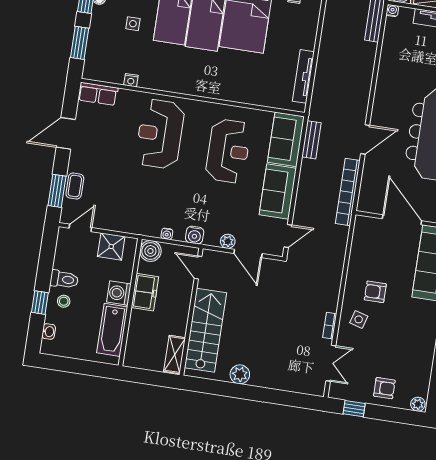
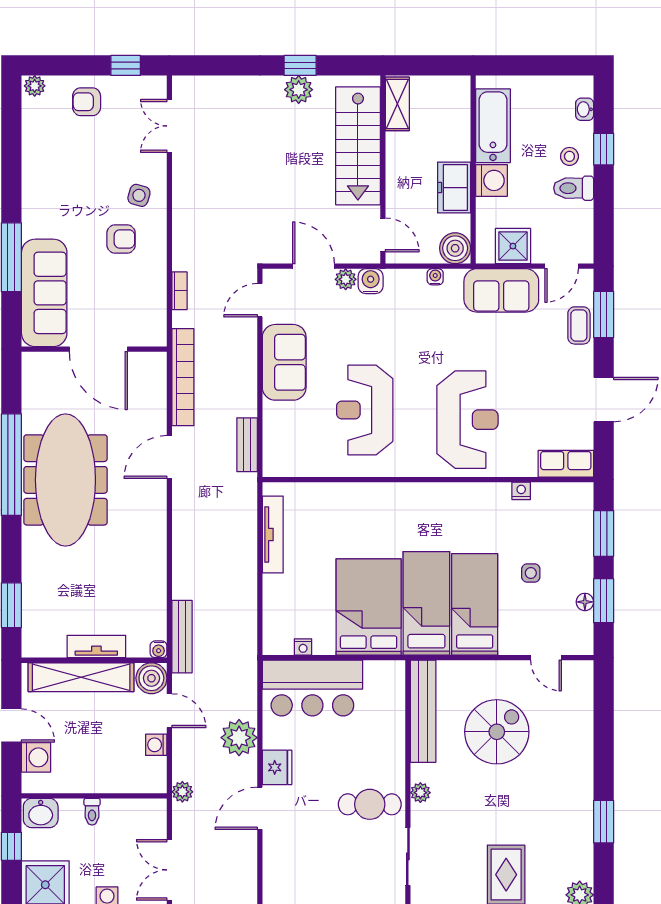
sofa: (286, 139) -> (501, 290), moved, turned 90
water cooler: (195, 235) -> (371, 281), moved
bookcase: (330, 326) -> (180, 291), moved
window: (236, 391) -> (300, 65), added

